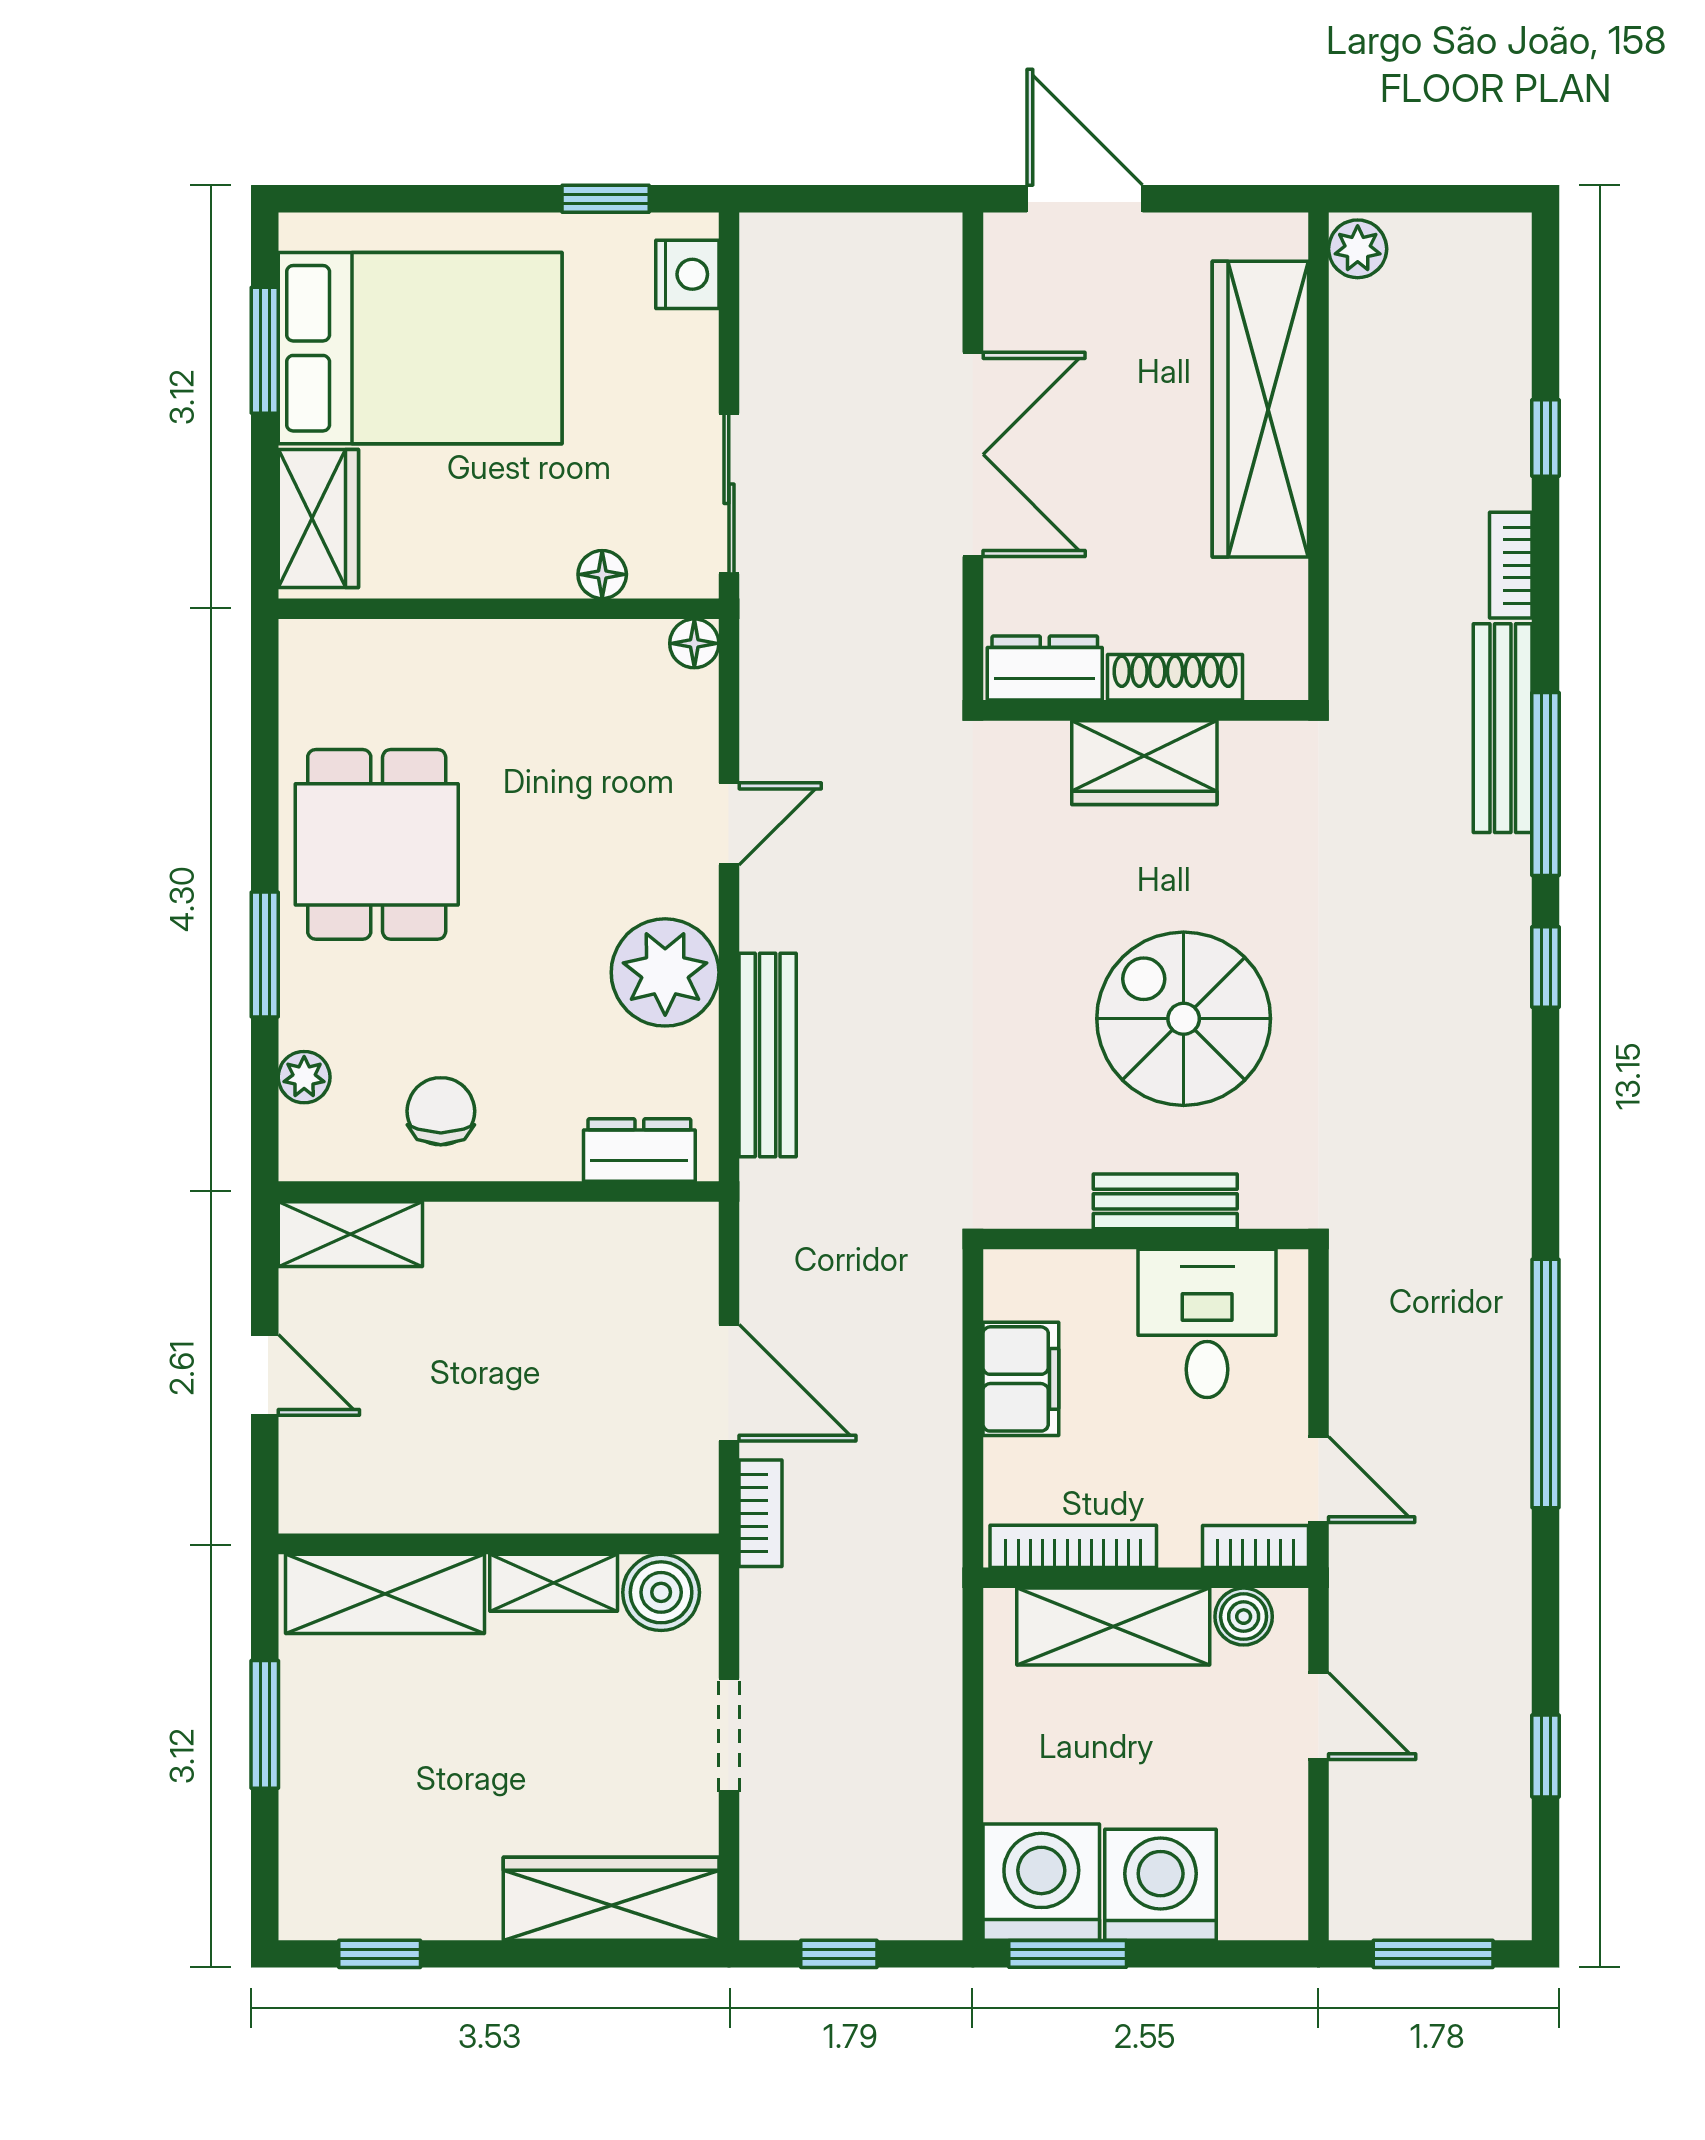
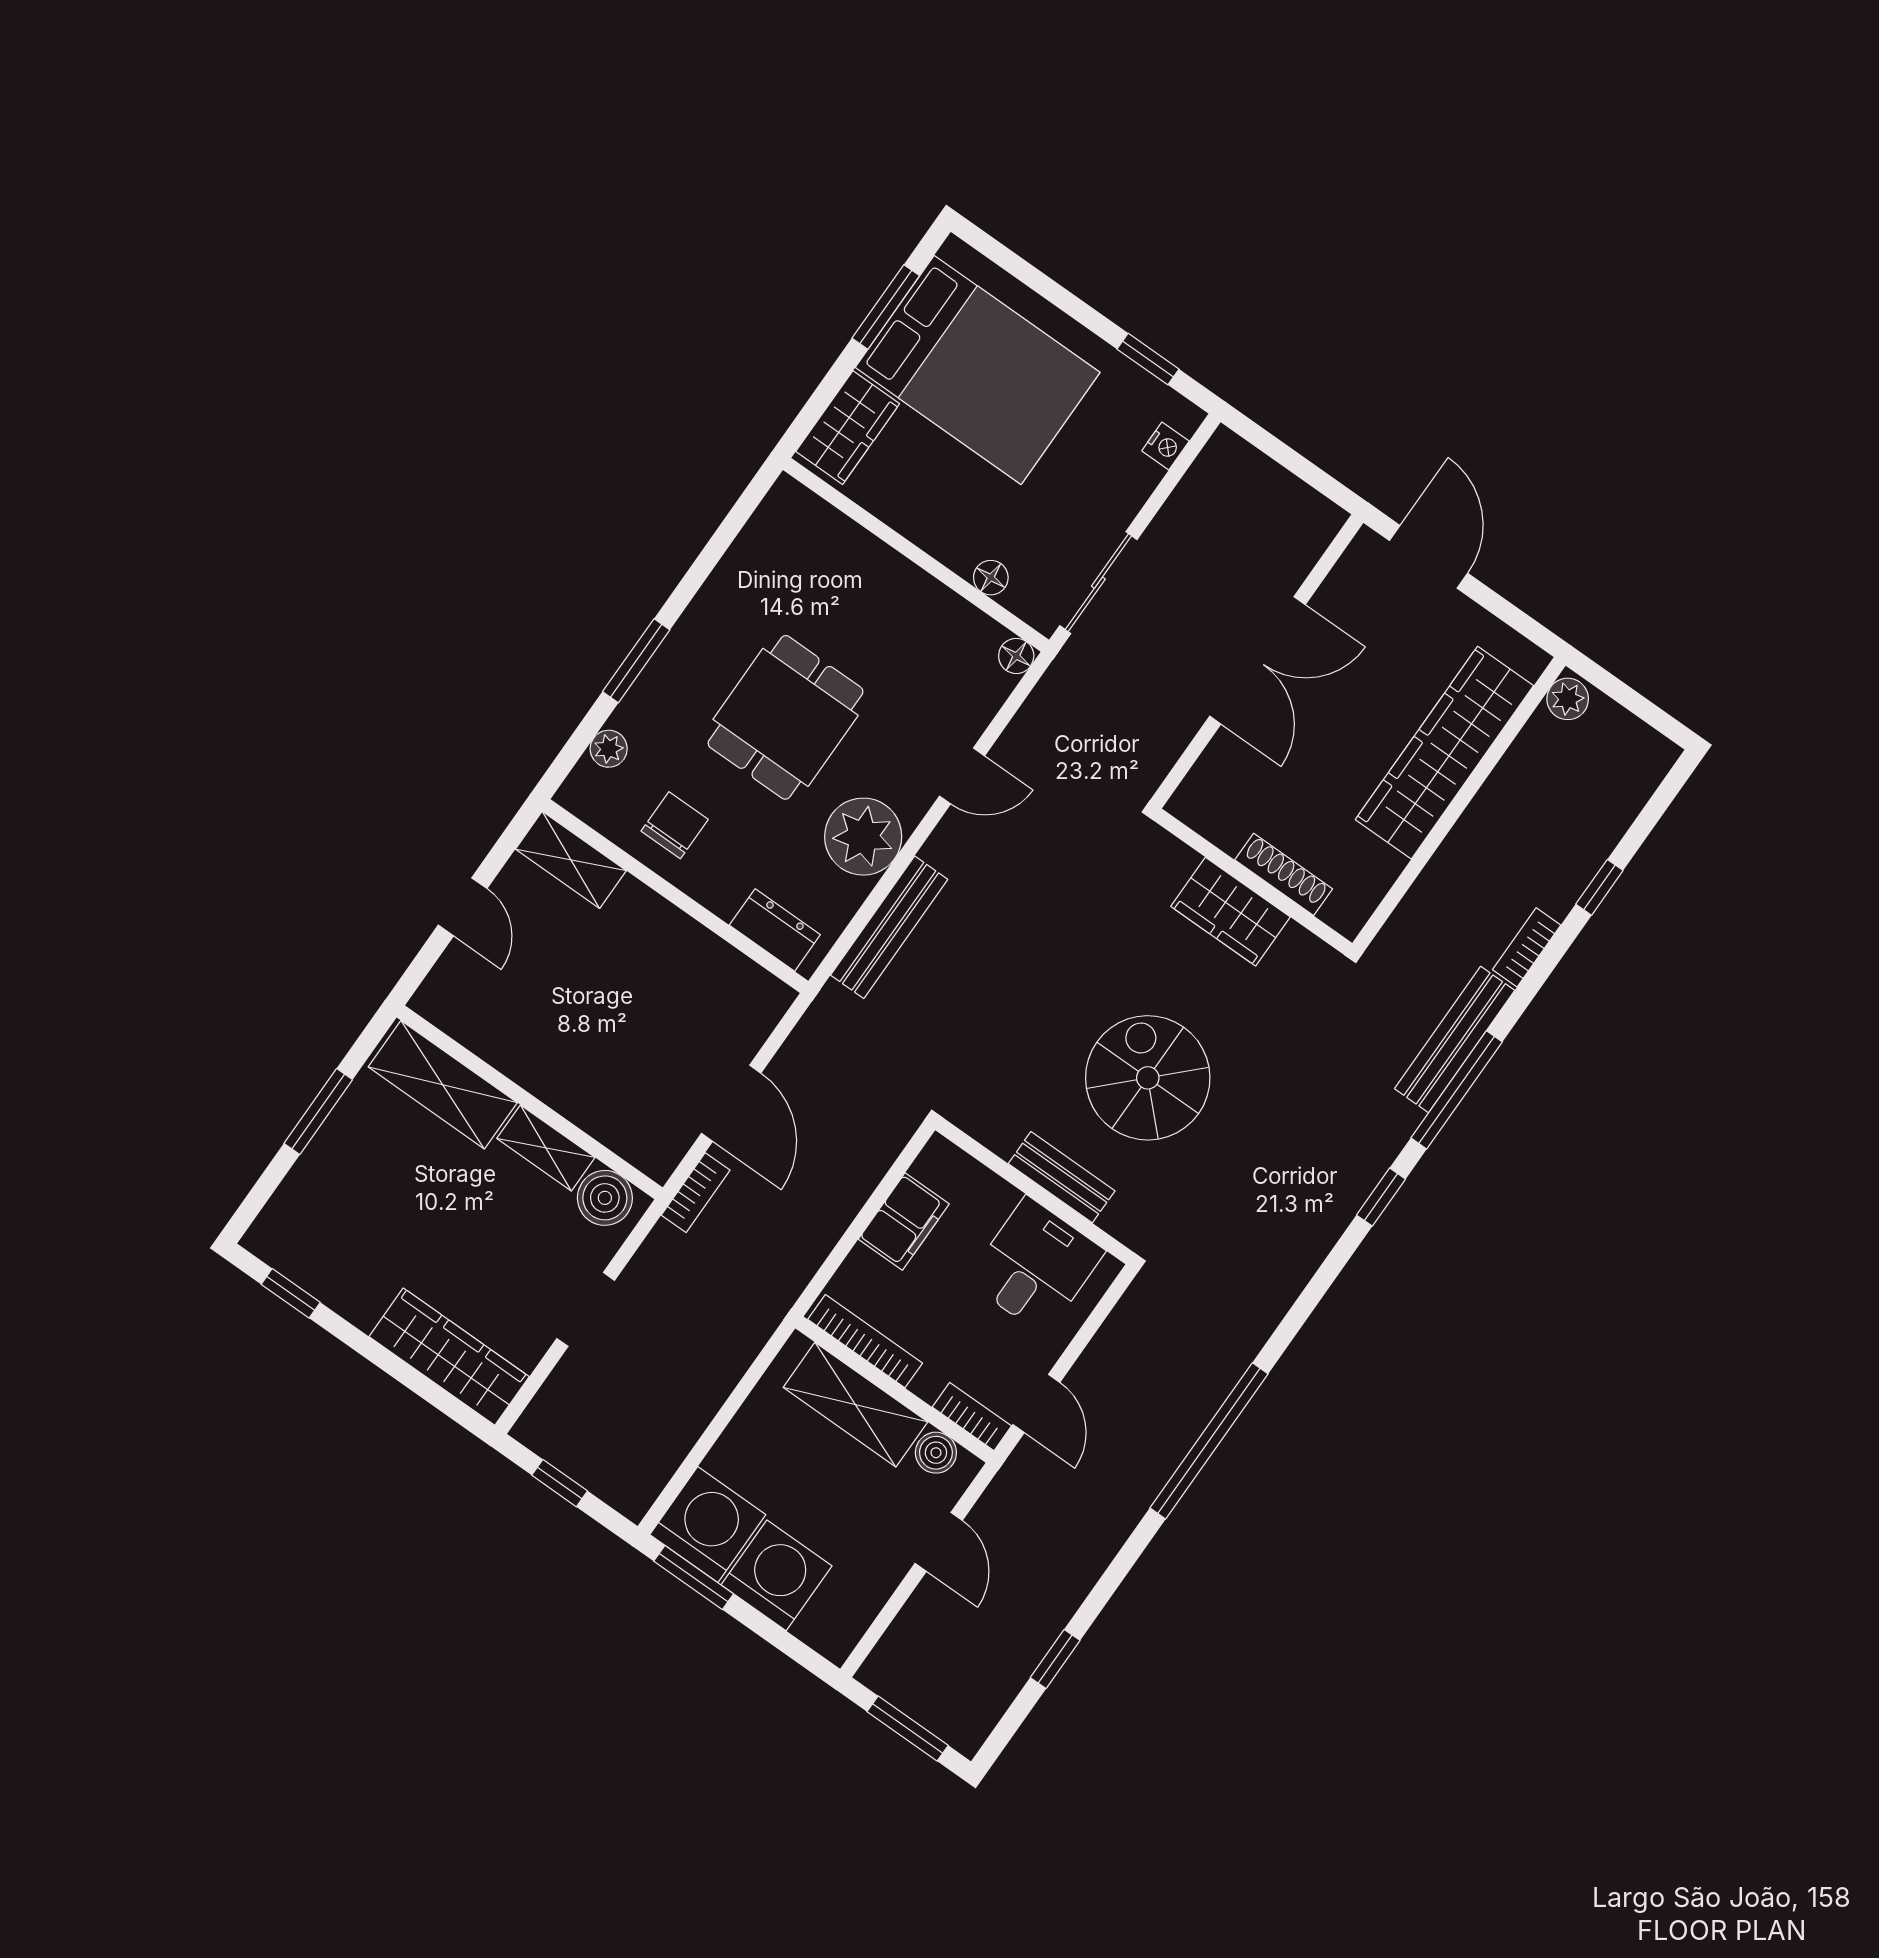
nightstand: (687, 274) -> (1165, 446), width x0.72, depth x0.74
dresser: (1045, 668) -> (1211, 815), removed
dining table: (377, 844) -> (786, 717), moved

